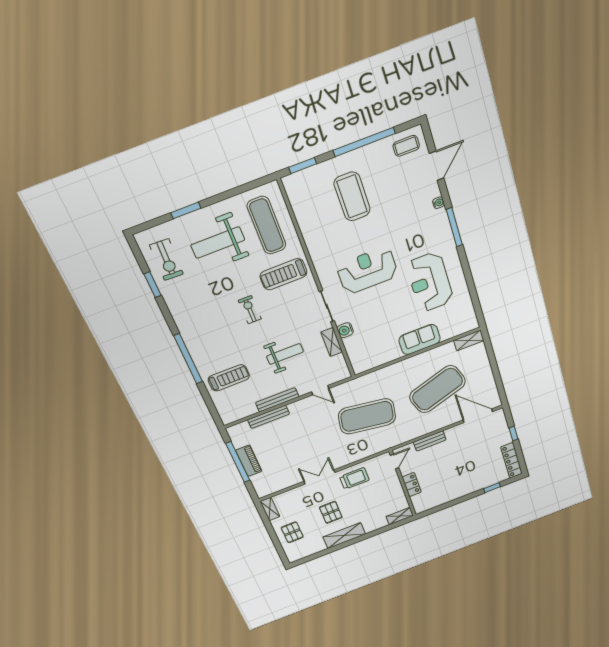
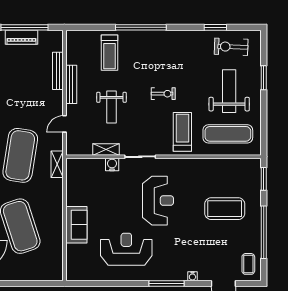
shelving: (469, 340) -> (57, 164), moved

